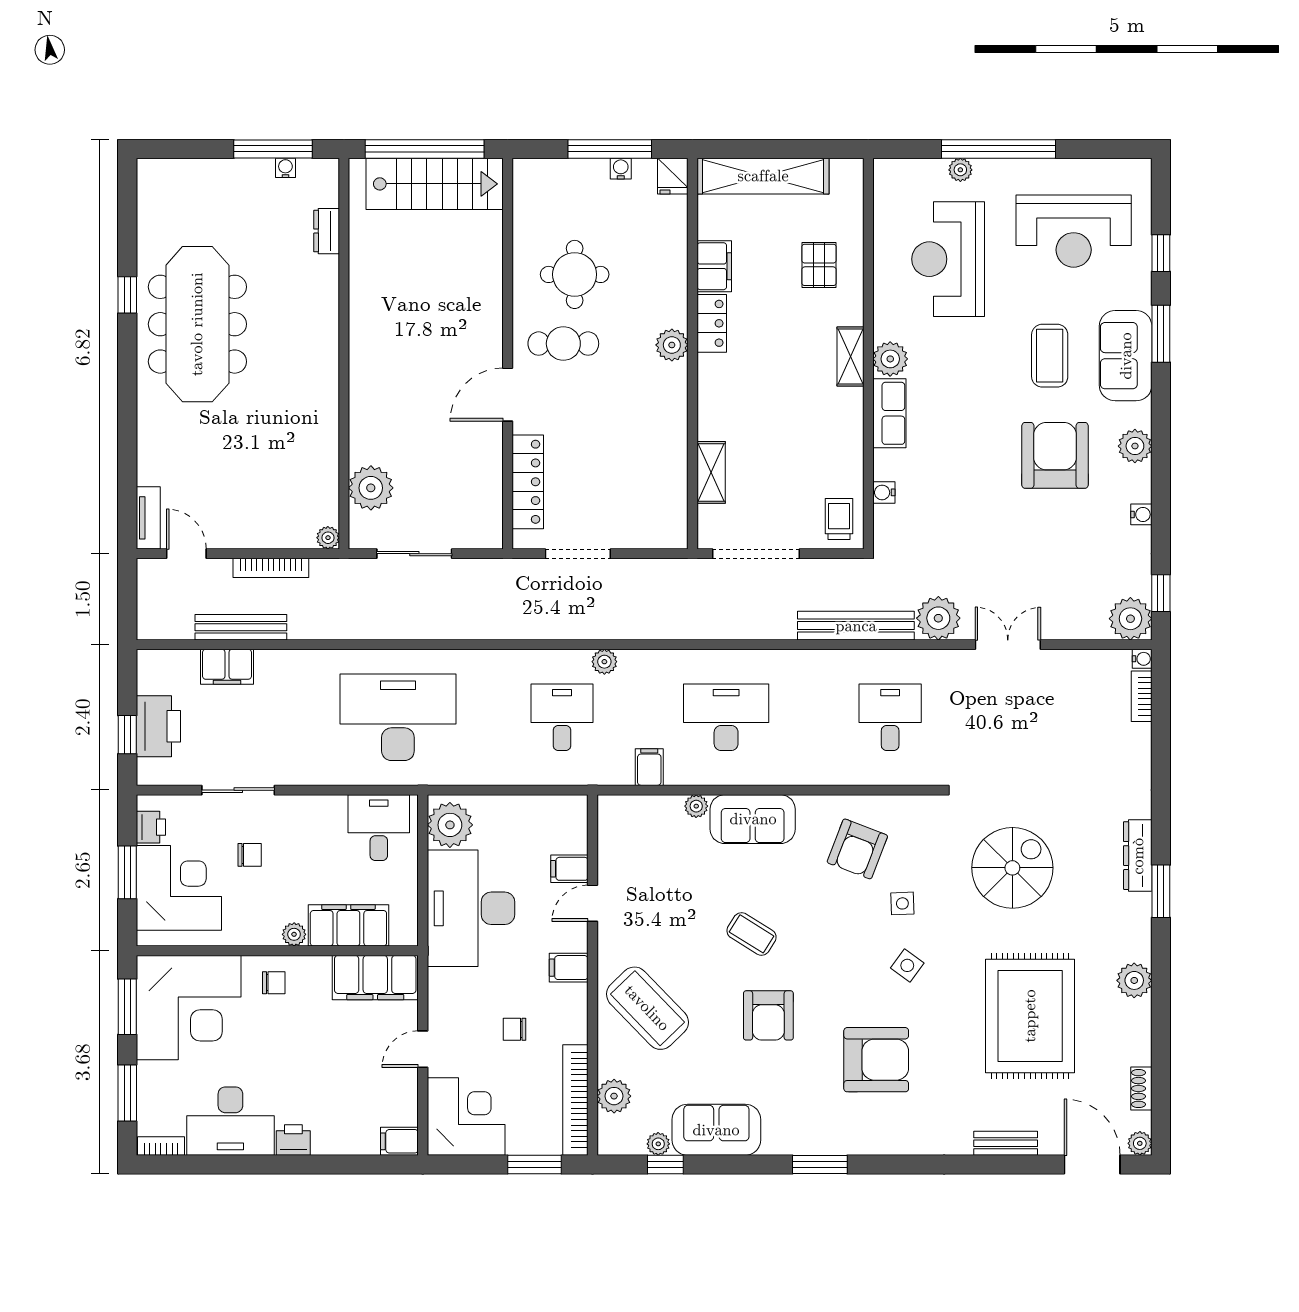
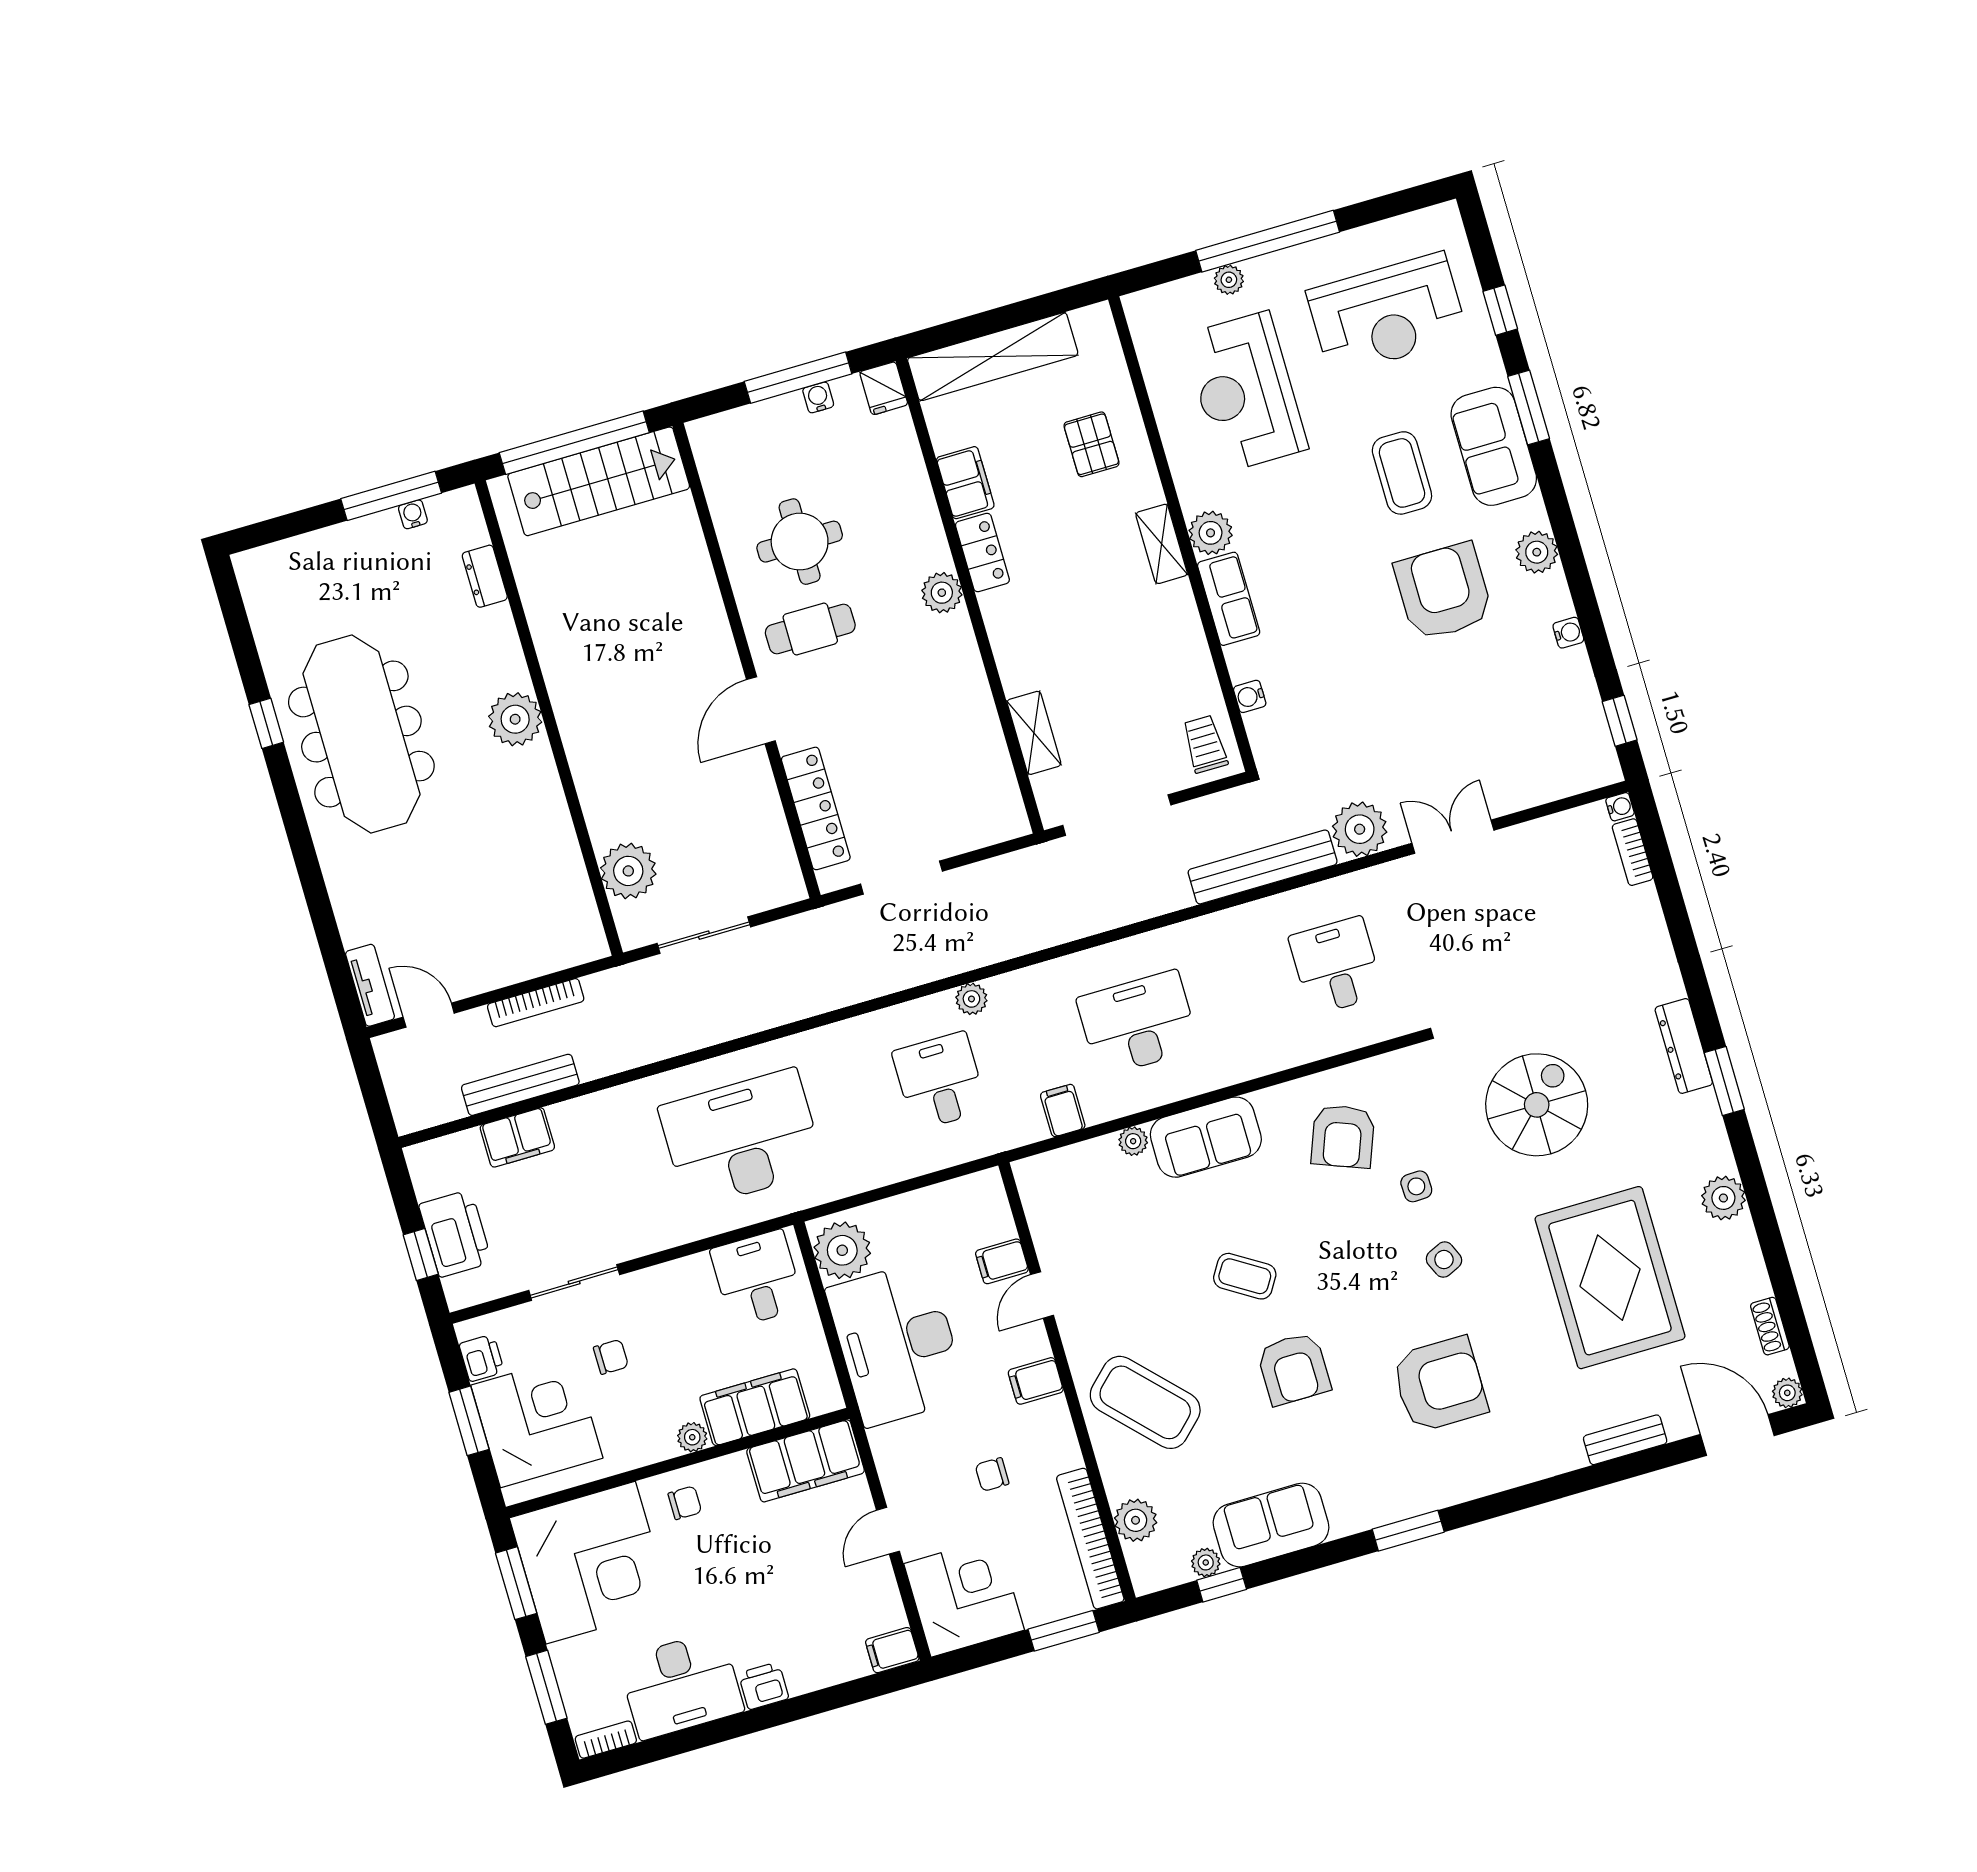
plant: (328, 538) -> (515, 719), moved, width x1.88, depth x1.88
plant: (1130, 619) -> (1592, 762), removed
side table: (907, 965) -> (1444, 1260), turned 30

